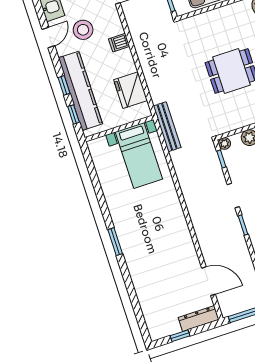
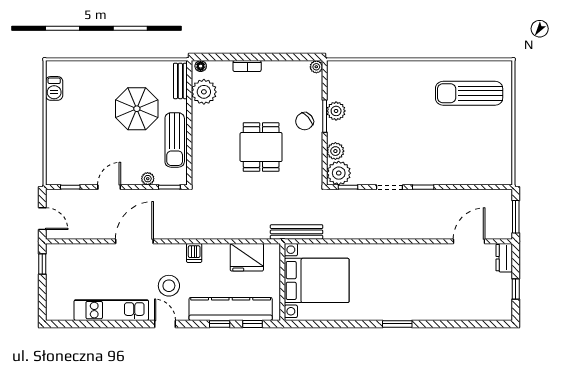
plant: (224, 144) -> (339, 173), width x1.88, depth x1.88
bed with nightstands: (139, 155) -> (317, 280), width x1.36
dresser: (199, 319) -> (504, 258), width x0.70

